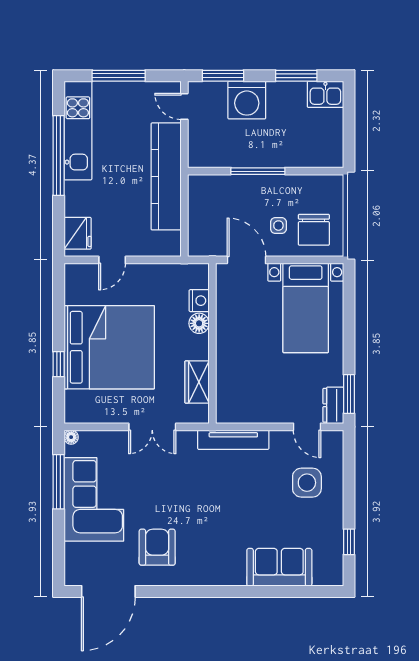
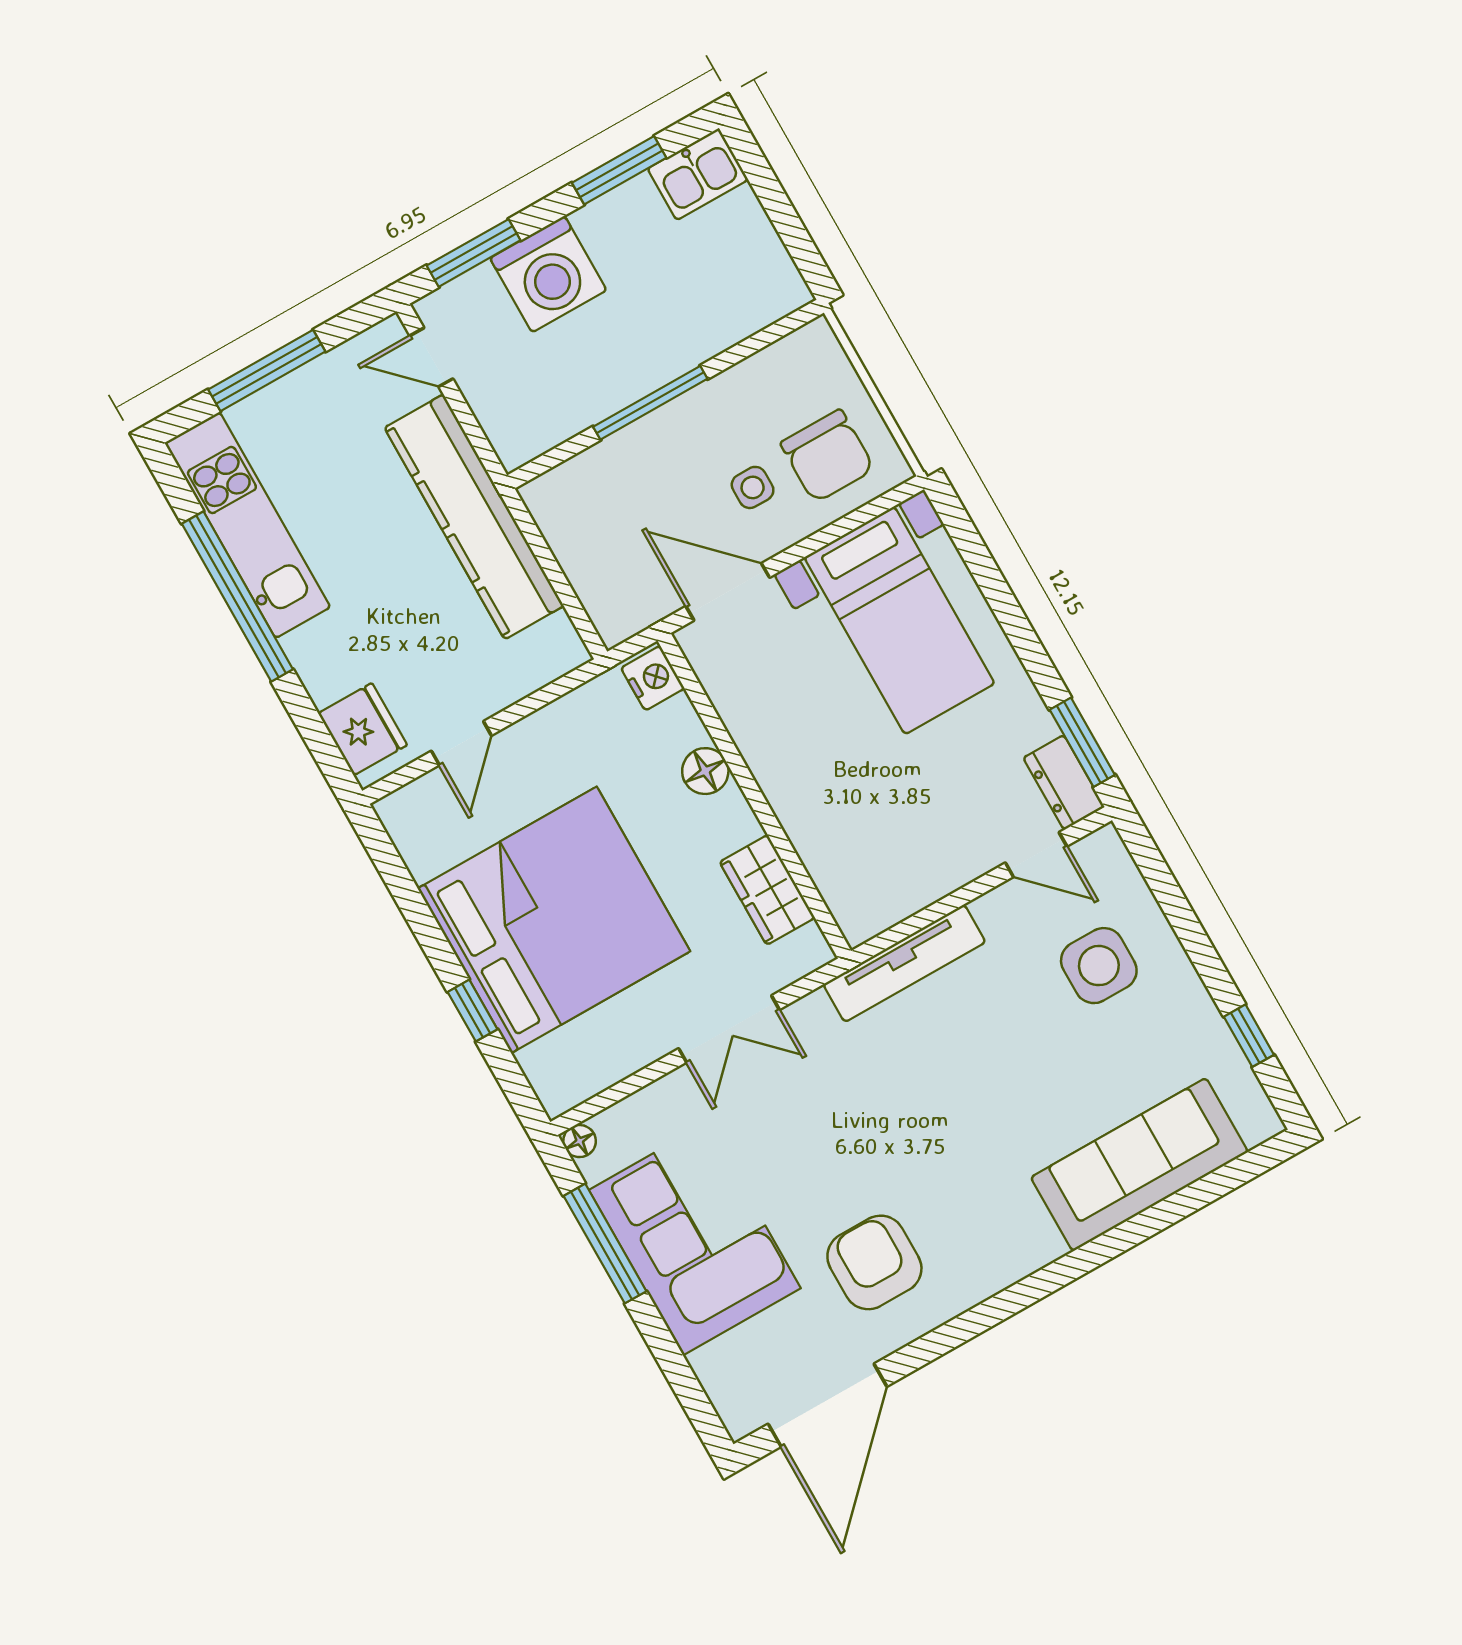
nightstand: (199, 301) -> (653, 678), moved
sofa: (279, 567) -> (1139, 1165), width x1.36

